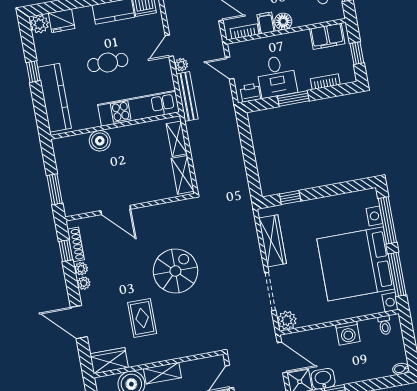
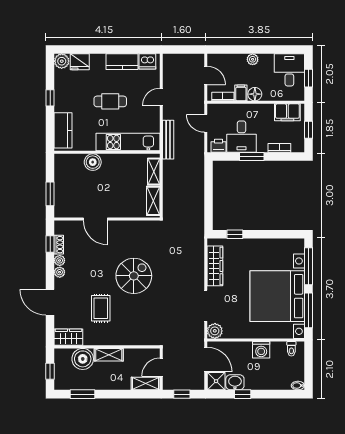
plant: (181, 65) -> (168, 114), removed
kitchen counter: (55, 98) -> (63, 130), width x0.67
shoe rack: (76, 244) -> (59, 245), width x0.70

